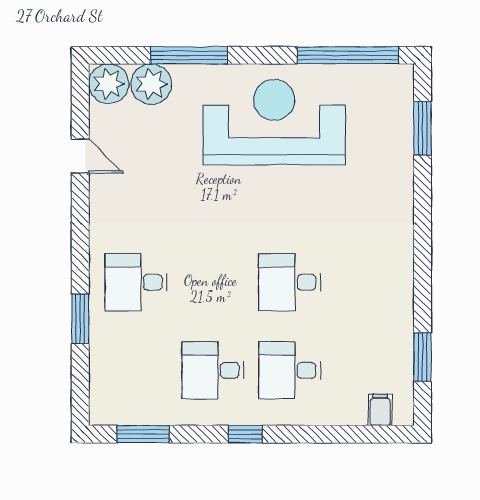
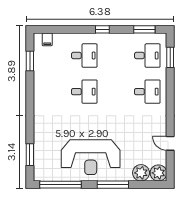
window: (189, 55) -> (113, 185), moved
window: (80, 319) -> (170, 57), moved
desk: (213, 370) -> (147, 56), moved

